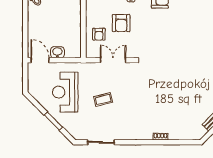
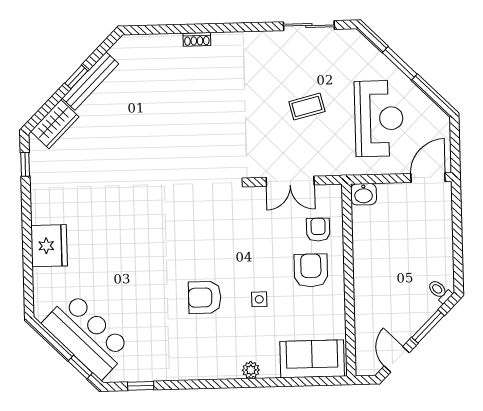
armchair: (121, 23) -> (311, 270), moved
washbasin: (57, 52) -> (364, 194), moved
door: (40, 60) -> (428, 178), swing flipped

